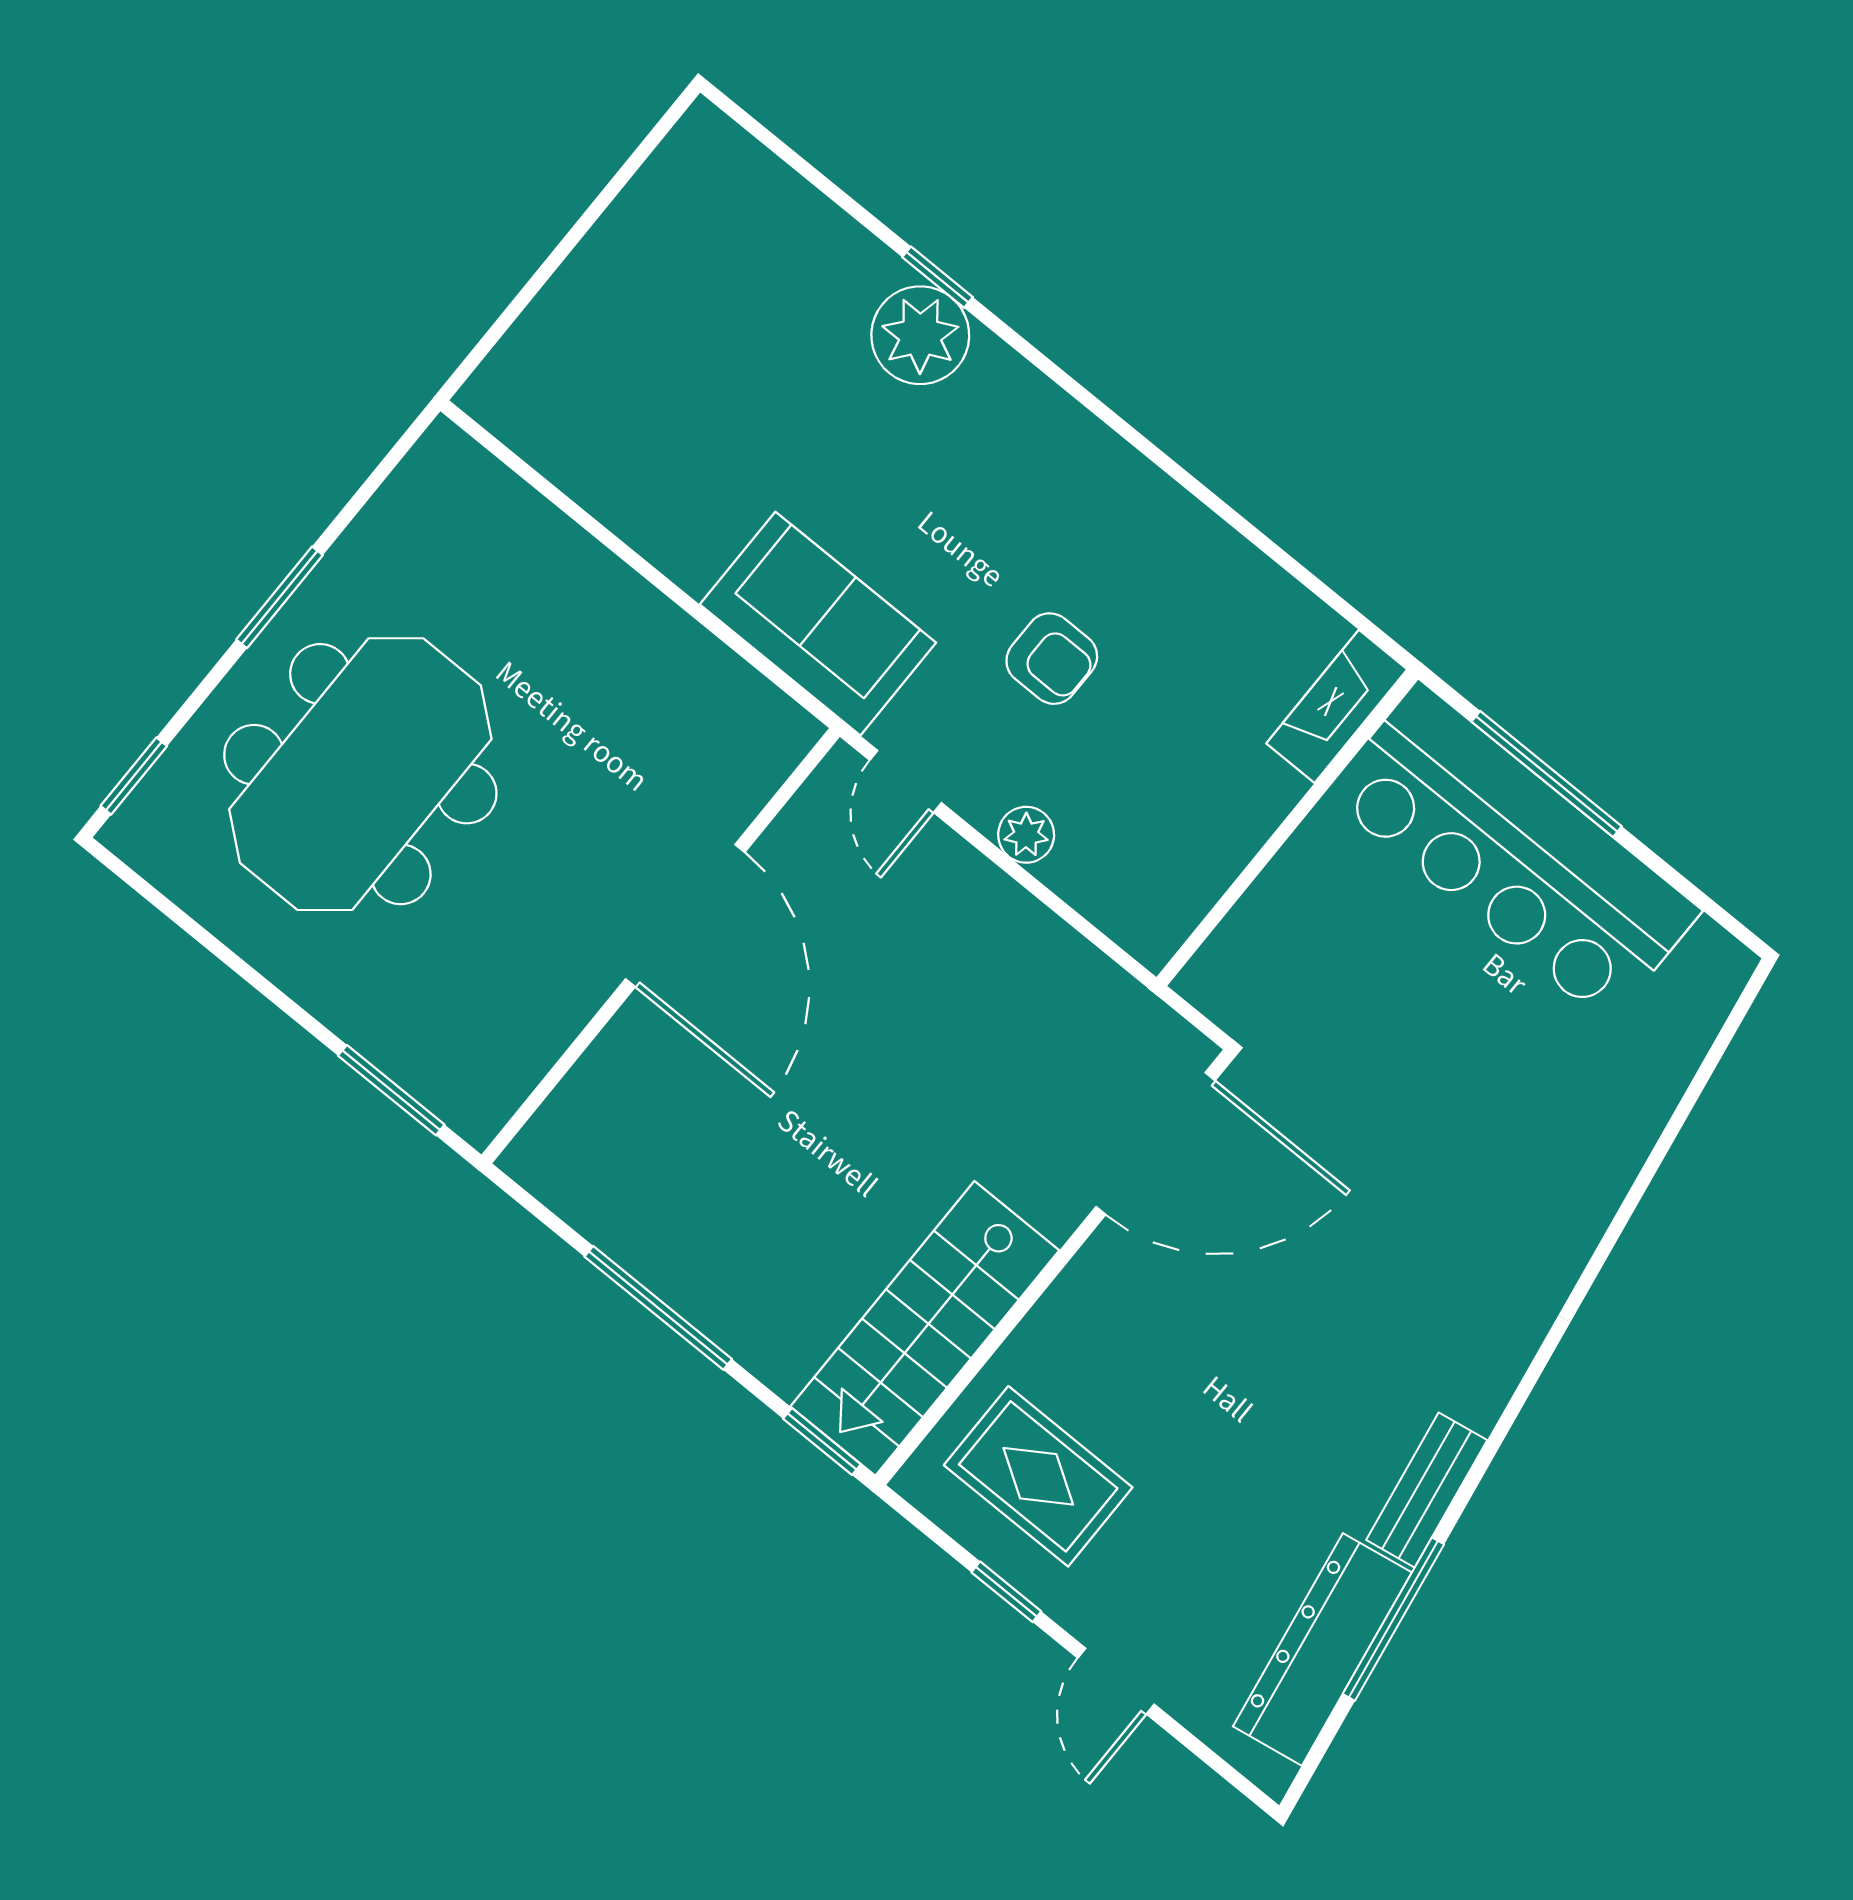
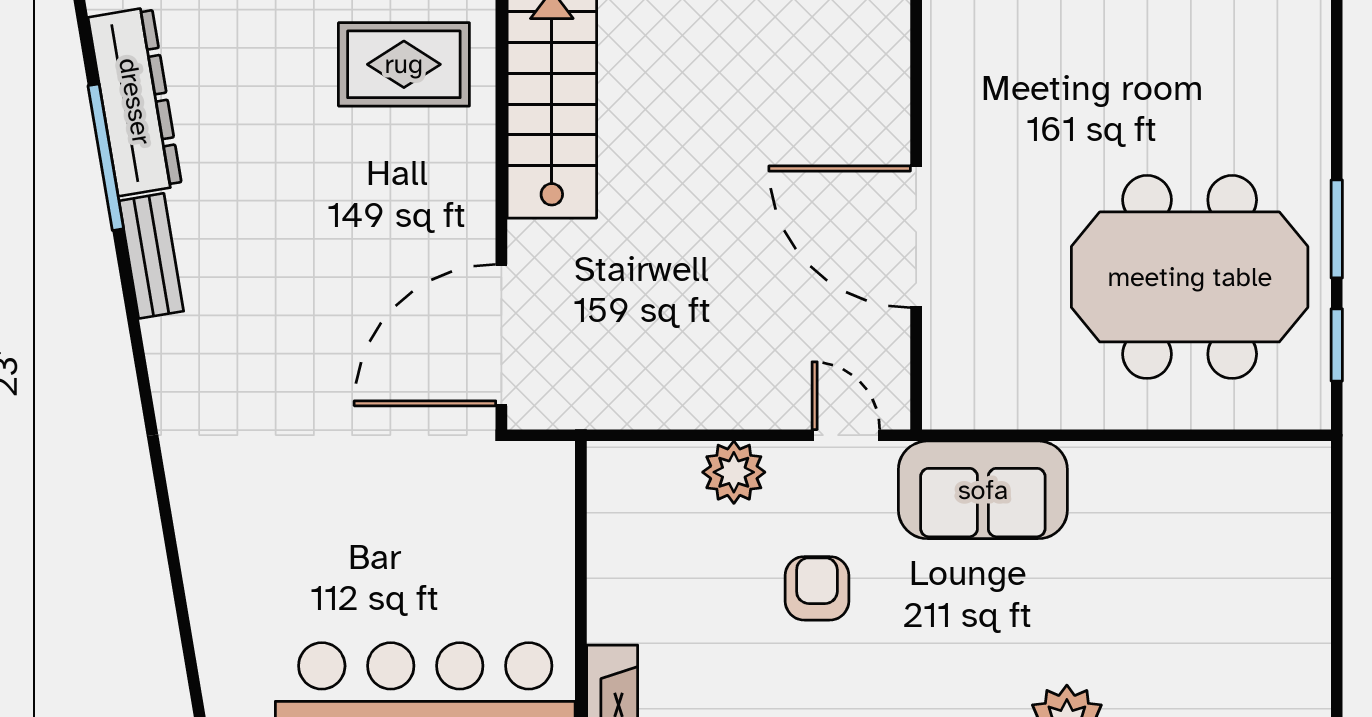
armchair: (1052, 659) -> (817, 588), turned 90
meeting table: (360, 774) -> (1190, 277), moved, turned 90
window: (134, 776) -> (1337, 345), moved
plant: (1026, 835) -> (734, 472), width x1.38, depth x1.38

